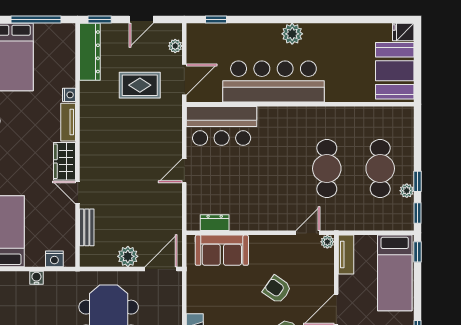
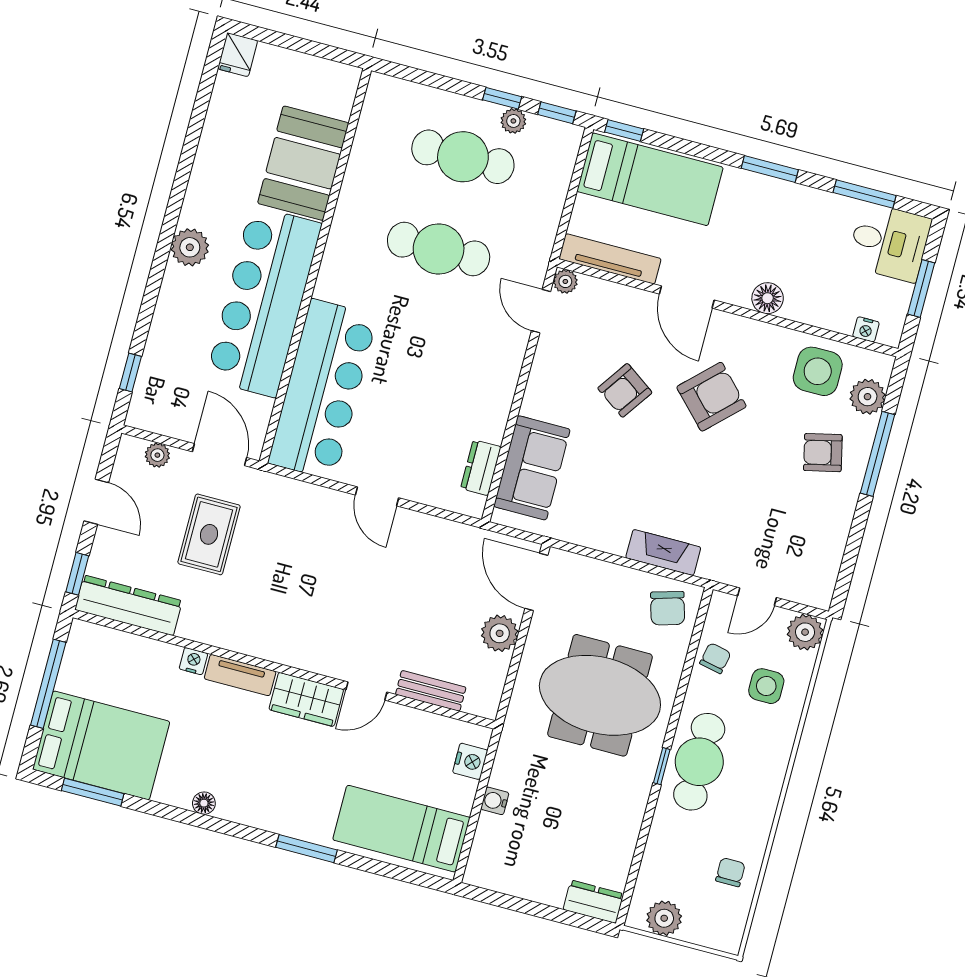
booth: (395, 71) -> (303, 163), moved, turned 90
bar counter: (222, 126) -> (323, 389), width x1.36
tv unit: (346, 255) -> (610, 259), width x1.41

